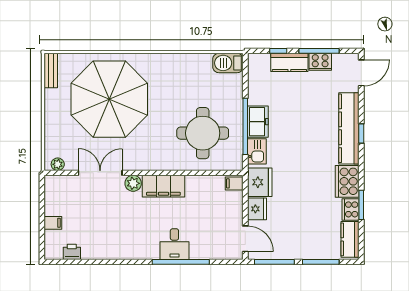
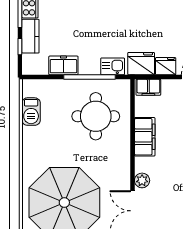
barbecue: (228, 63) -> (31, 112), moved
freezer: (258, 122) -> (63, 65), moved
filing cabinet: (234, 183) -> (148, 87), width x2.00
filing cabinet: (163, 186) -> (145, 137), moved

